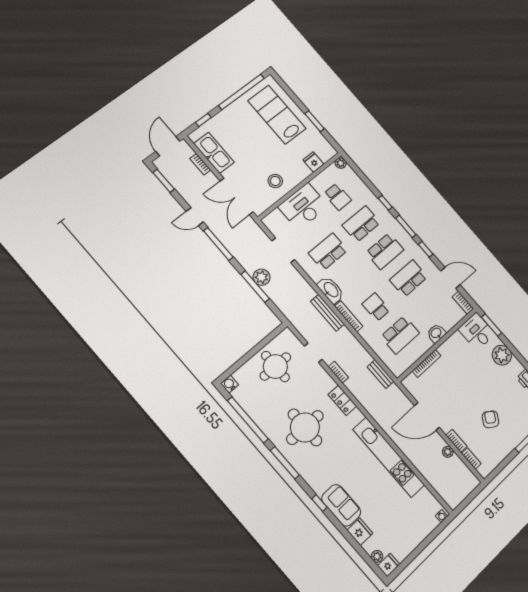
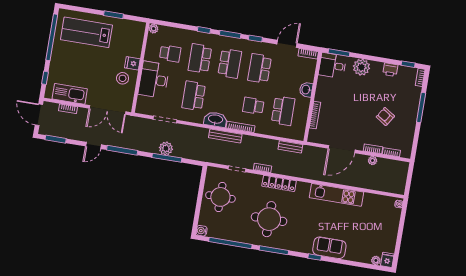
fridge: (313, 162) -> (132, 63), moved
locker: (342, 400) -> (279, 183), width x1.53
kitchen unit: (389, 457) -> (336, 195), width x0.73
fridge: (360, 532) -> (354, 254), removed

